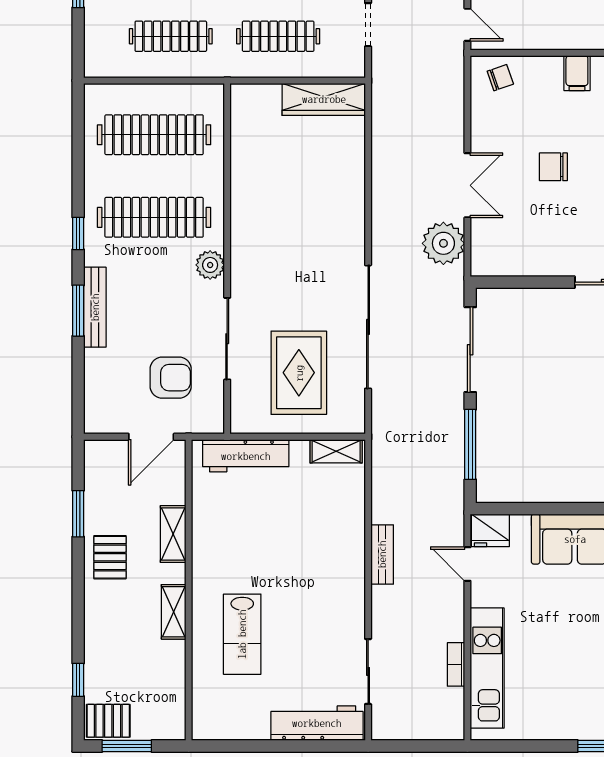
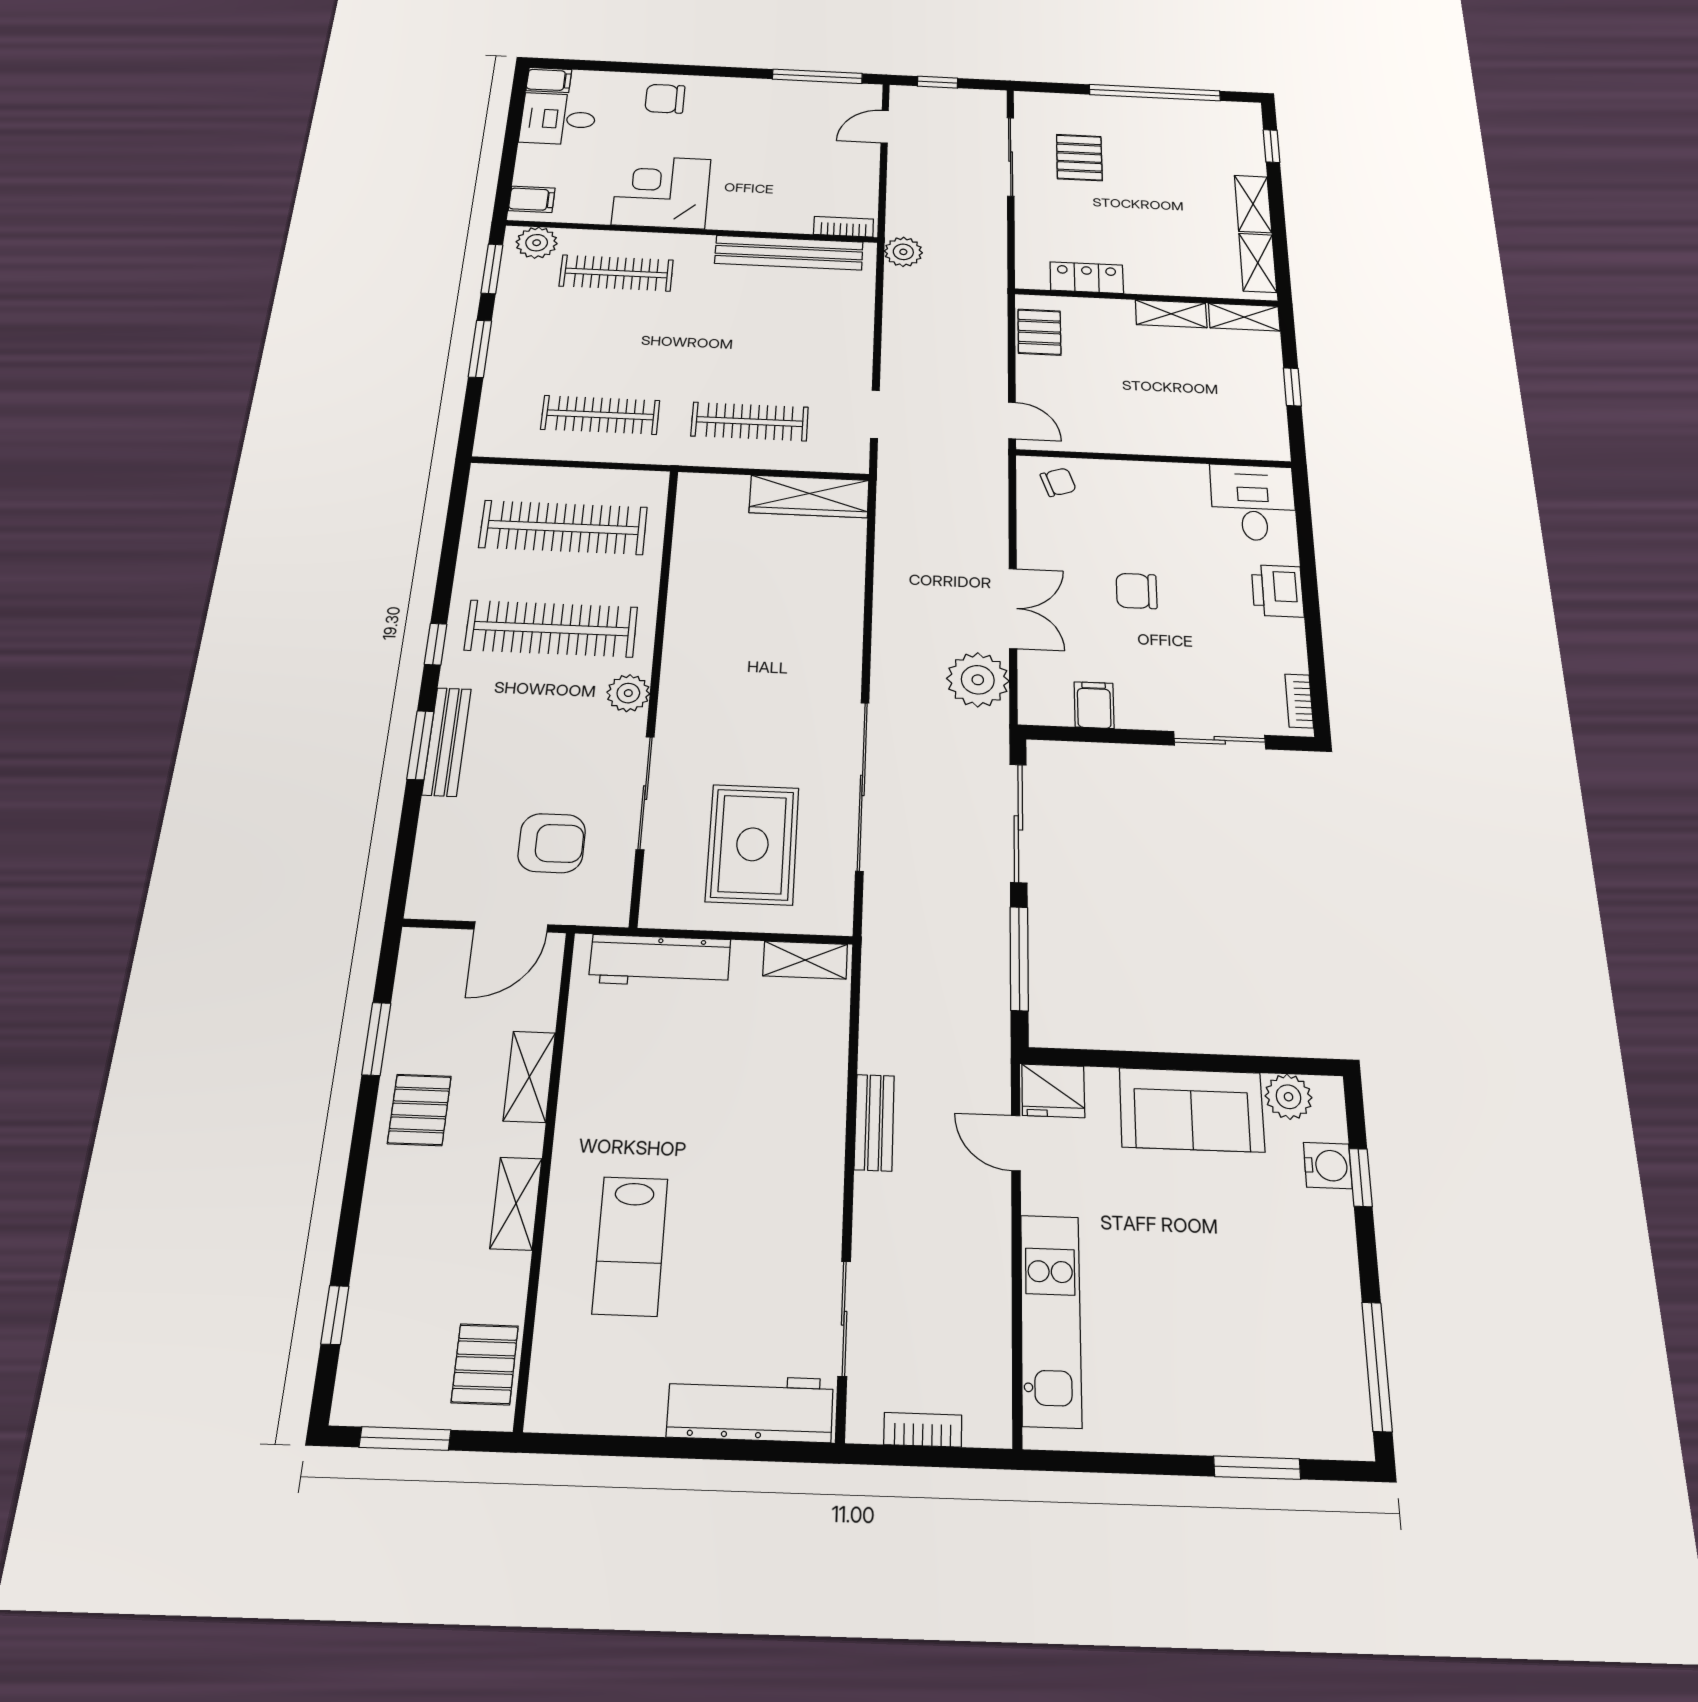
filing cabinet: (577, 73) -> (1094, 705), moved, turned 180
bookcase: (456, 664) -> (923, 1430), moved, turned 90
pallet: (108, 721) -> (485, 1364), moved, turned 90

